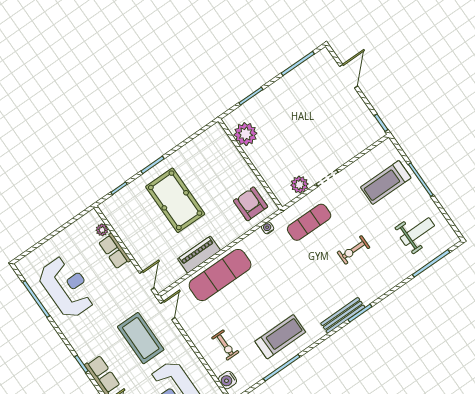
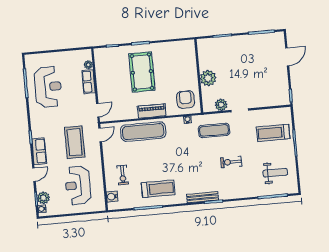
plant: (245, 134) -> (208, 78), moved
piano: (199, 255) -> (152, 111), moved

